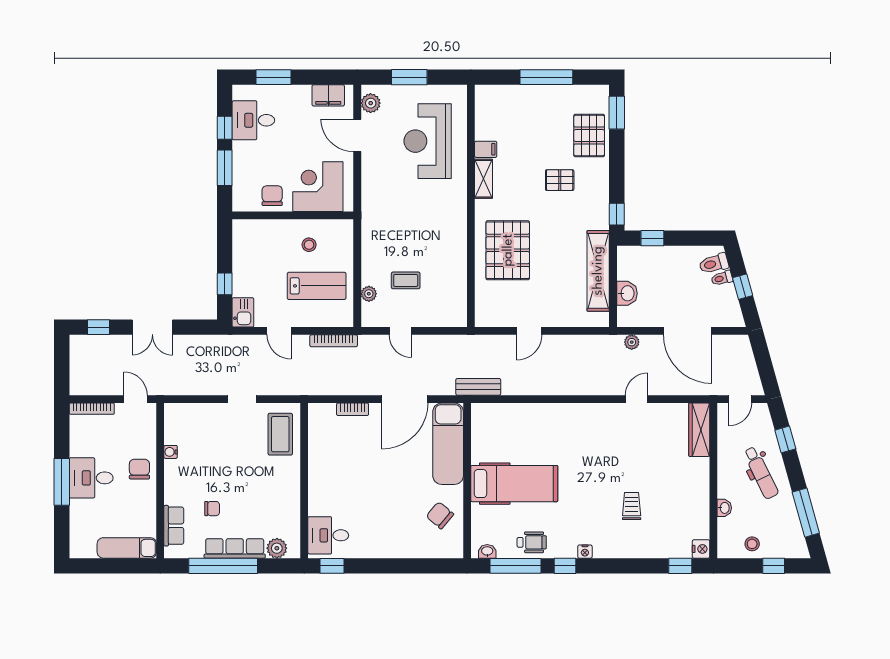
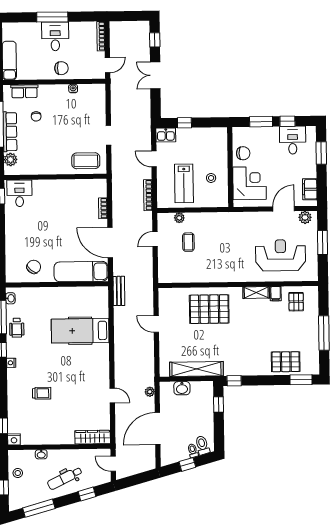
pallet: (560, 180) -> (296, 302), moved
door: (279, 331) -> (154, 159), hinge flipped
hospital bed: (514, 484) -> (80, 331), moved, turned 90

